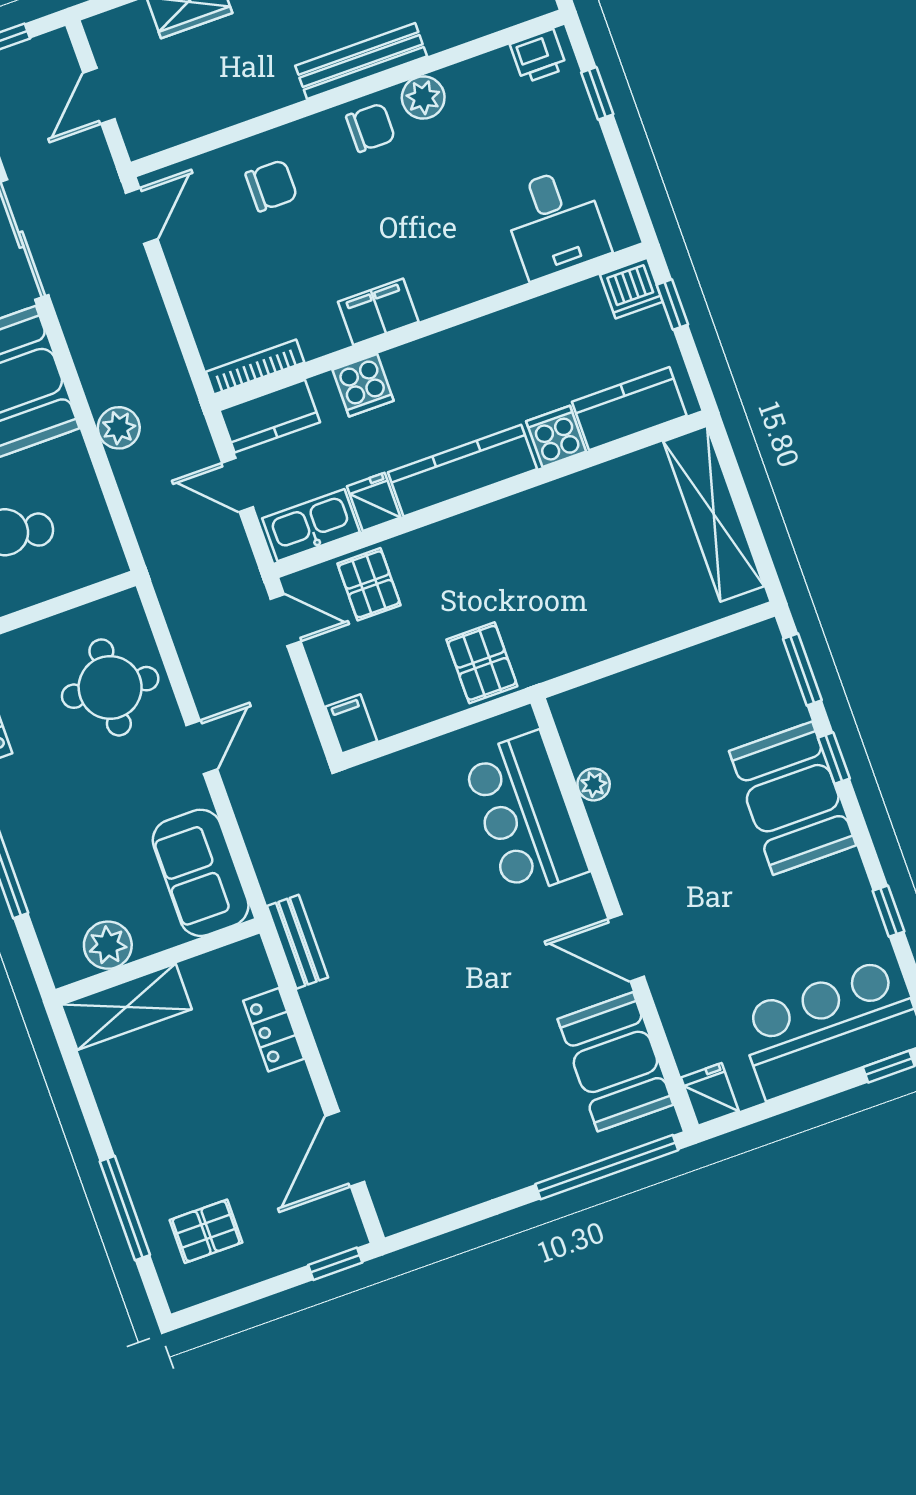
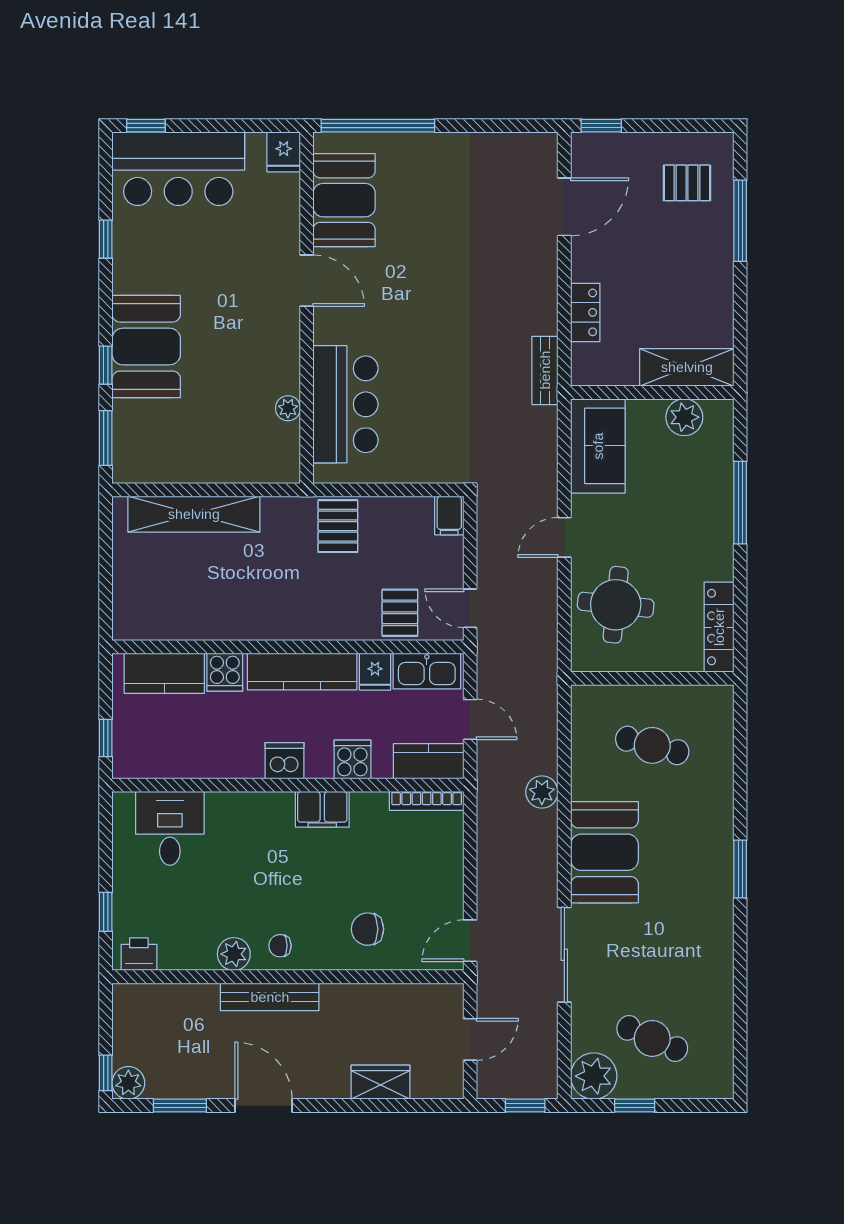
chair: (371, 128) -> (280, 946), width x0.73, depth x0.73
dishwasher: (631, 288) -> (285, 761), moved
shelving: (714, 514) -> (194, 514), moved, turned 90

